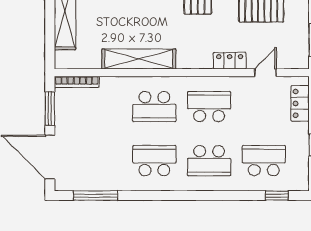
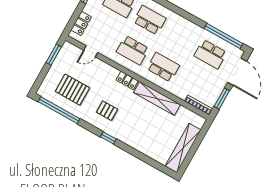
locker: (230, 61) -> (127, 80), moved
school desk: (154, 161) -> (210, 54), moved
window: (96, 196) -> (223, 36), width x1.46

